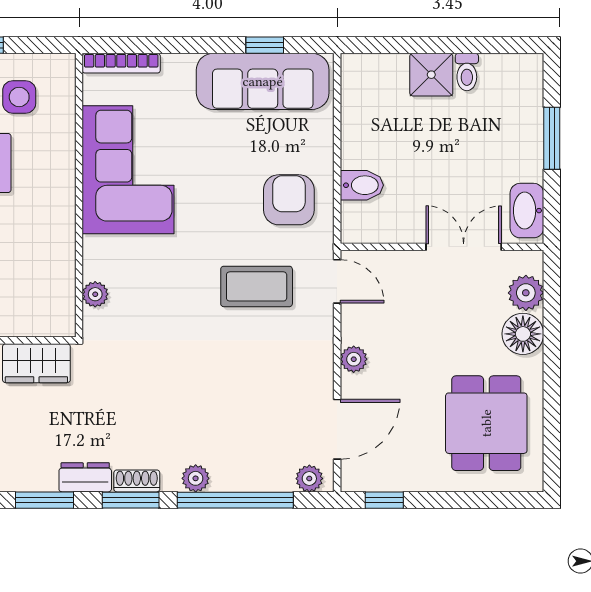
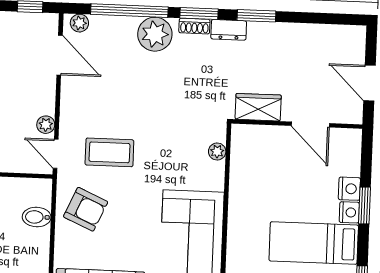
armchair: (289, 200) -> (86, 209), turned -66
plant: (354, 359) -> (46, 125), moved
door: (337, 429) -> (60, 55), swing flipped
plant: (196, 478) -> (155, 34), width x1.88, depth x1.88

